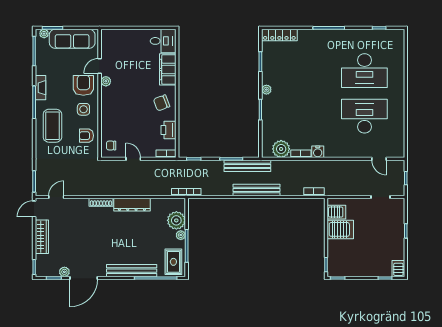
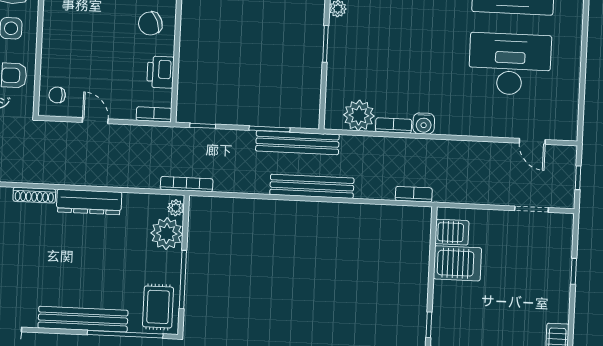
plant: (181, 235) -> (176, 208), moved

